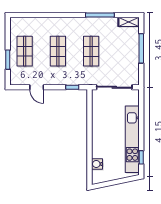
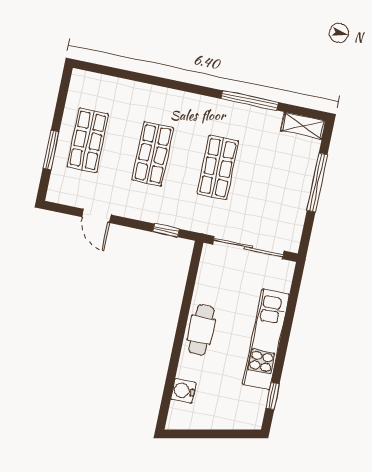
cafe table: (100, 132) -> (201, 330), added
kitchen unit: (132, 139) -> (266, 339), width x0.73

